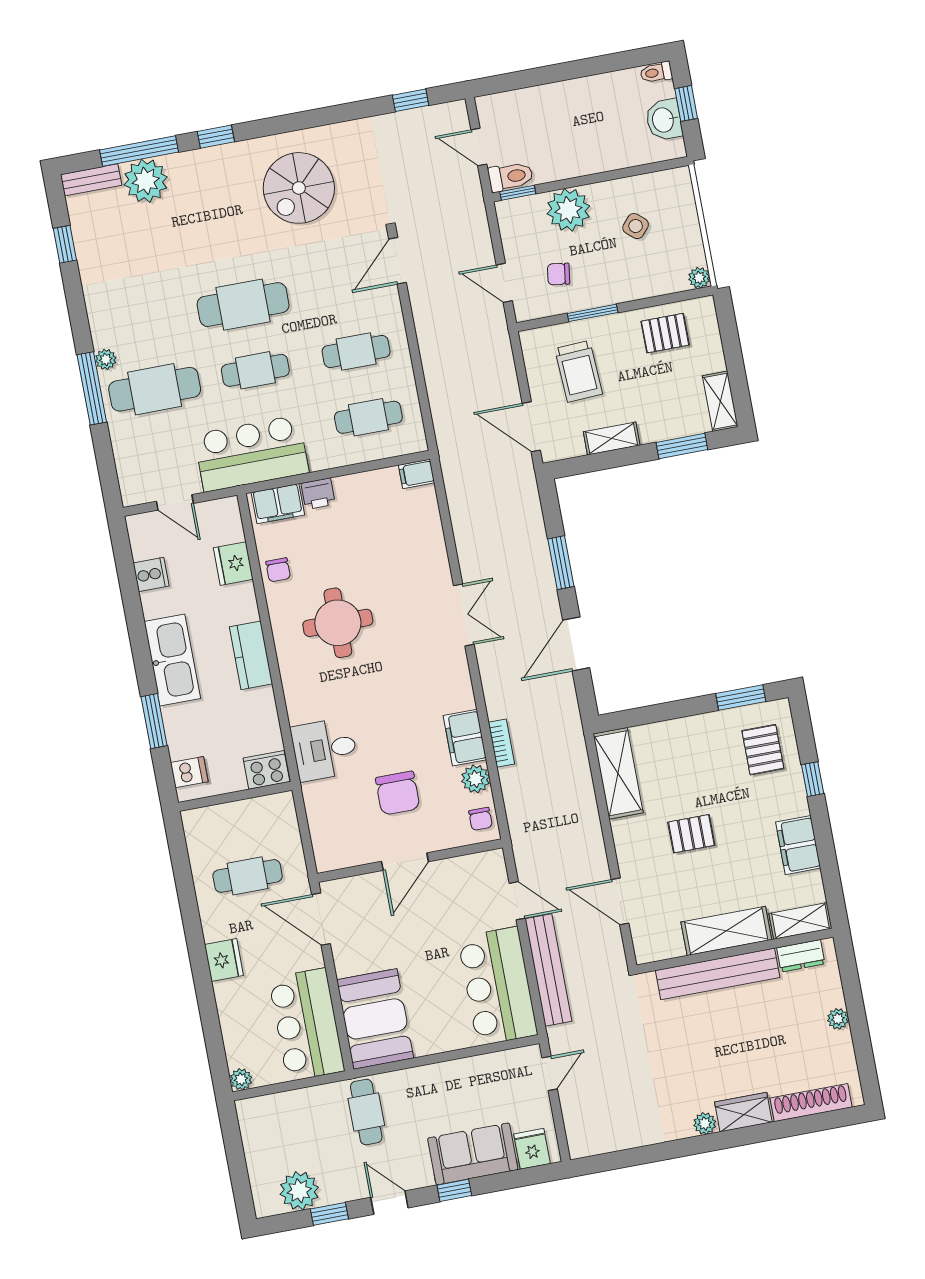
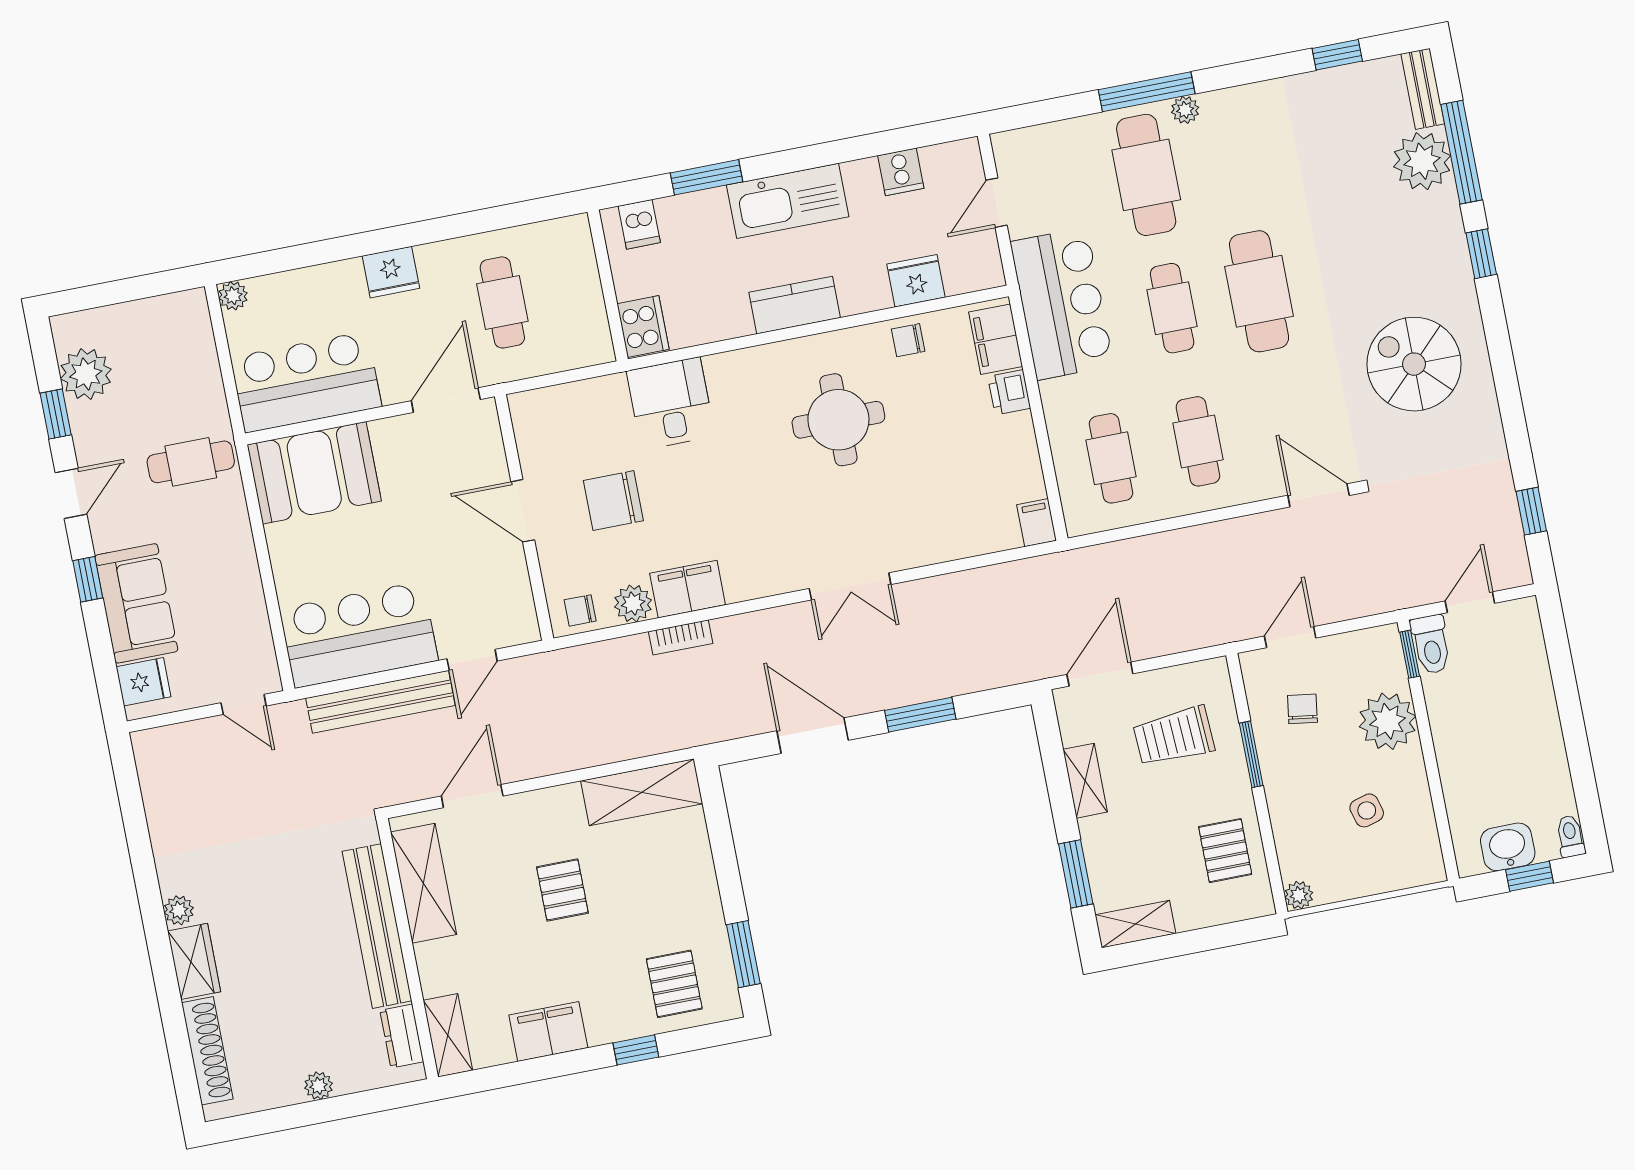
side table: (636, 226) -> (1367, 810), turned 33
pallet: (763, 750) -> (674, 984), turned 90
shelving: (726, 931) -> (424, 883), moved

